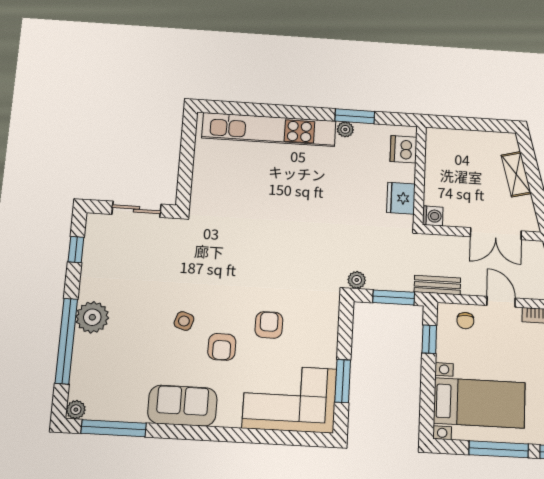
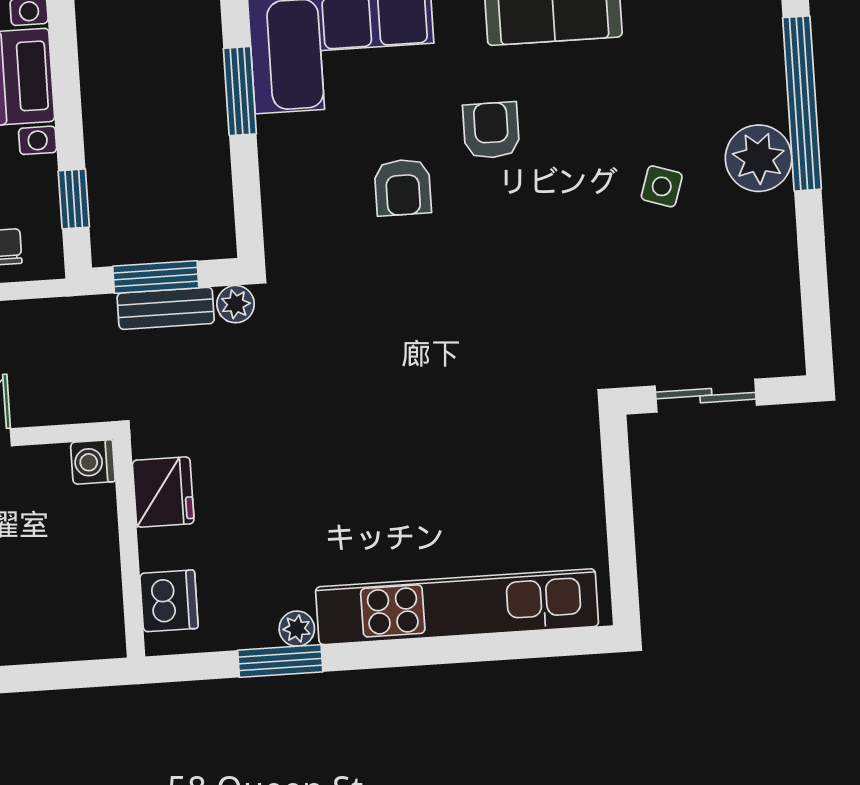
window: (76, 250) -> (815, 294), removed
bench: (437, 285) -> (166, 308), moved
side table: (184, 321) -> (662, 186), moved

